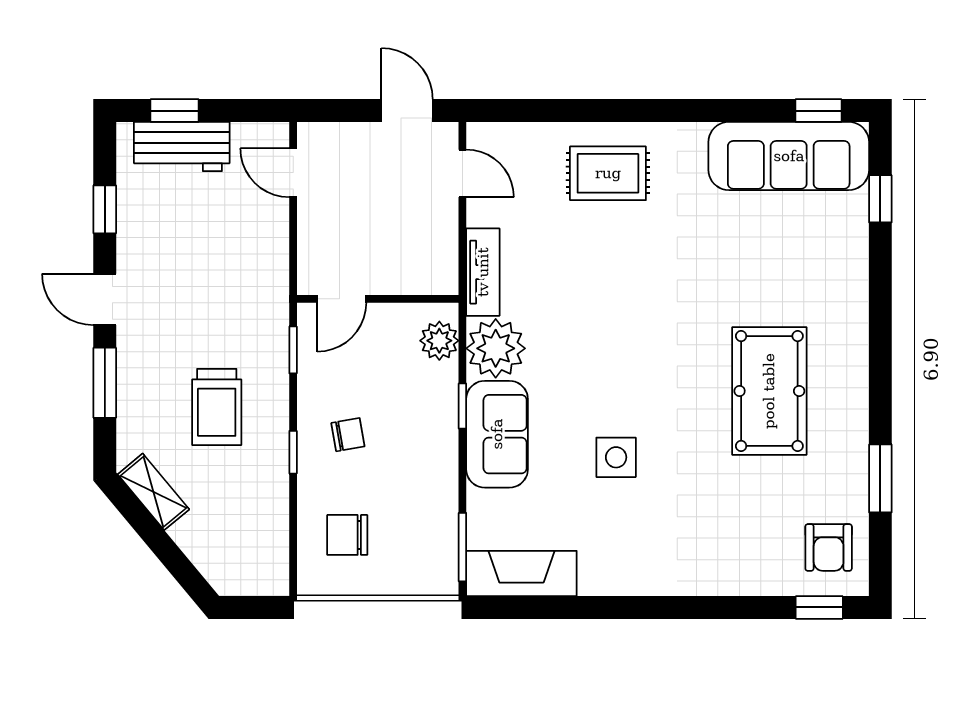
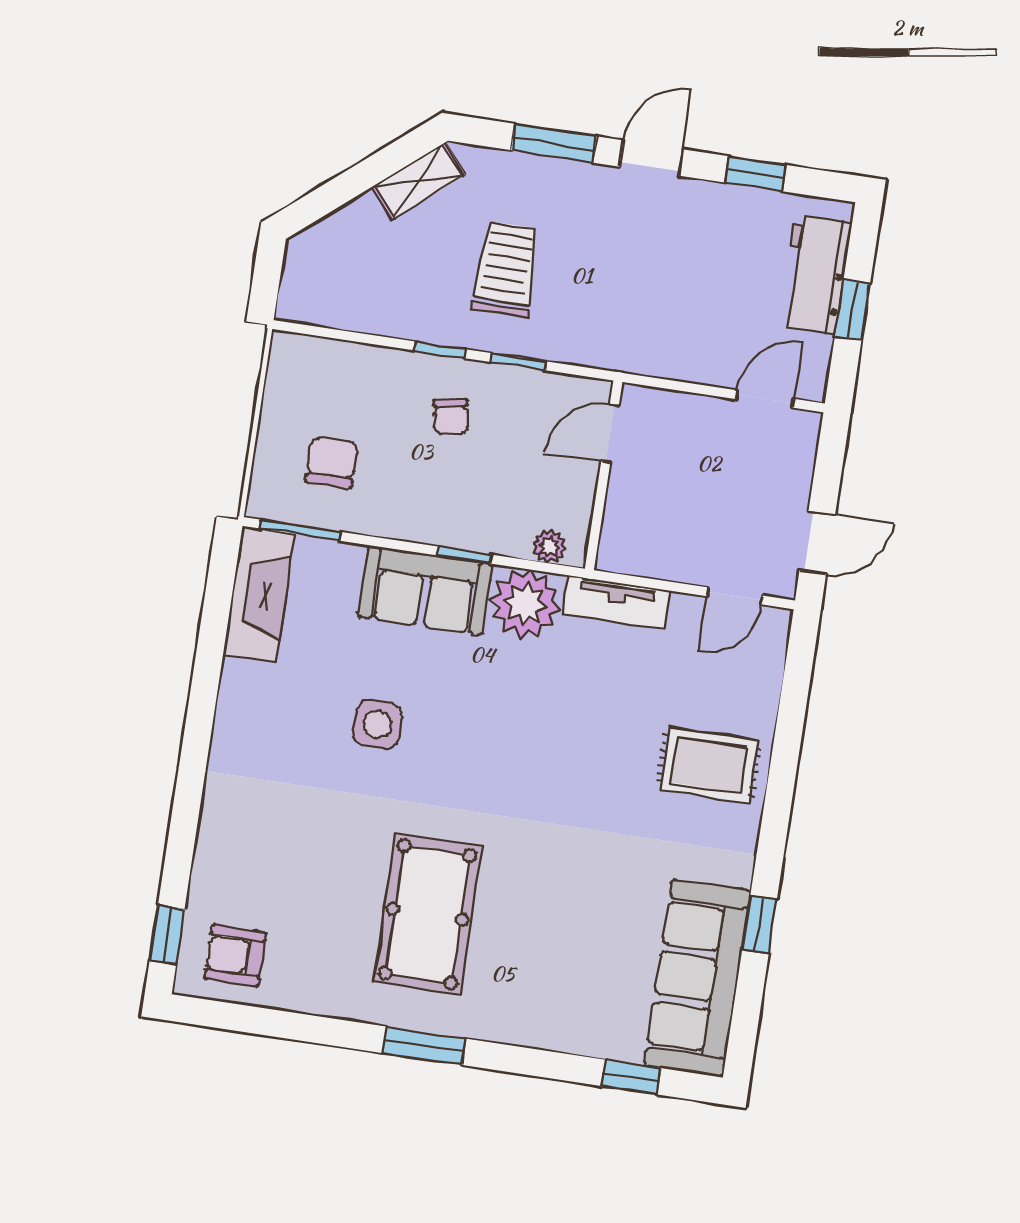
window: (175, 111) -> (853, 310), moved
window: (819, 111) -> (760, 925), moved
rug: (608, 173) -> (709, 765), turned 90
door: (342, 299) -> (610, 434), hinge flipped
plant: (439, 341) -> (549, 547), width x0.73, depth x0.73
window: (293, 350) -> (518, 362), moved
pool table: (769, 391) -> (428, 914), turned 90
trolley: (217, 407) -> (506, 269), turned 90
window: (880, 478) -> (424, 1046), moved
chair: (347, 535) -> (332, 462), moved

